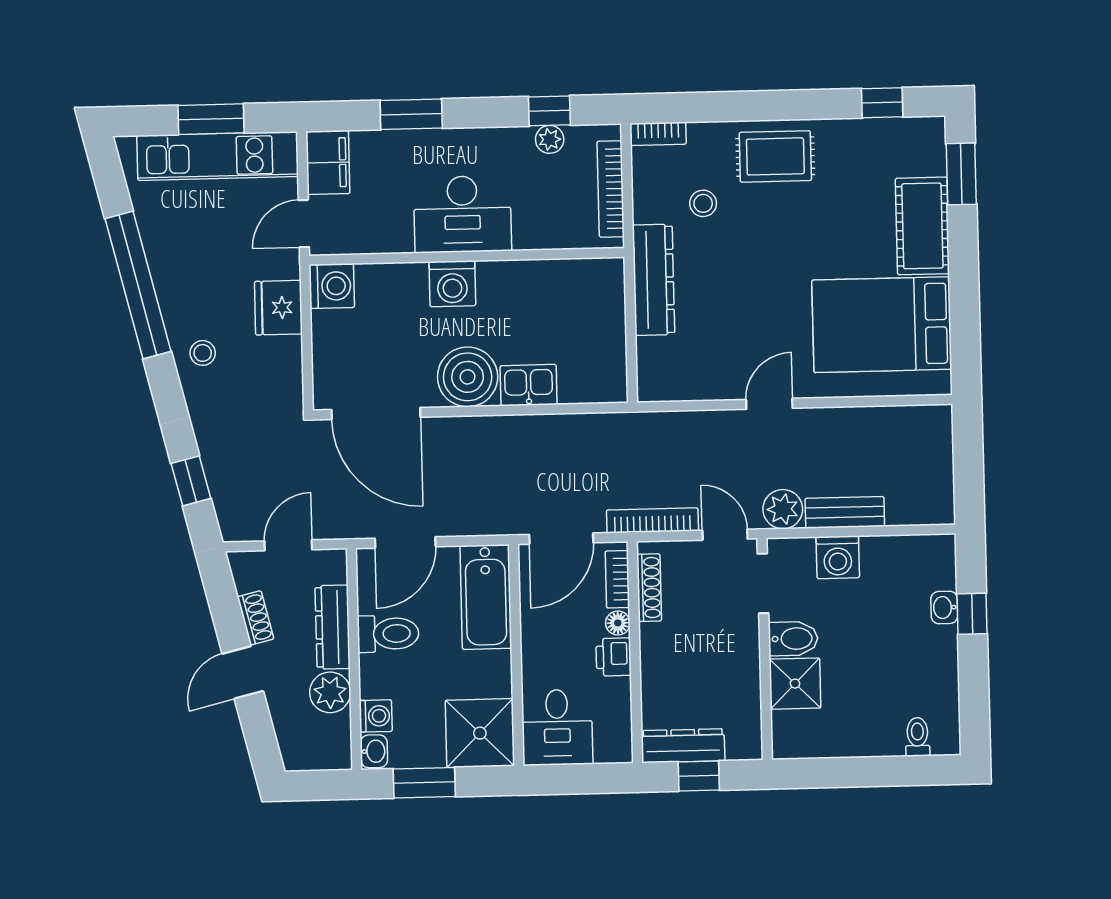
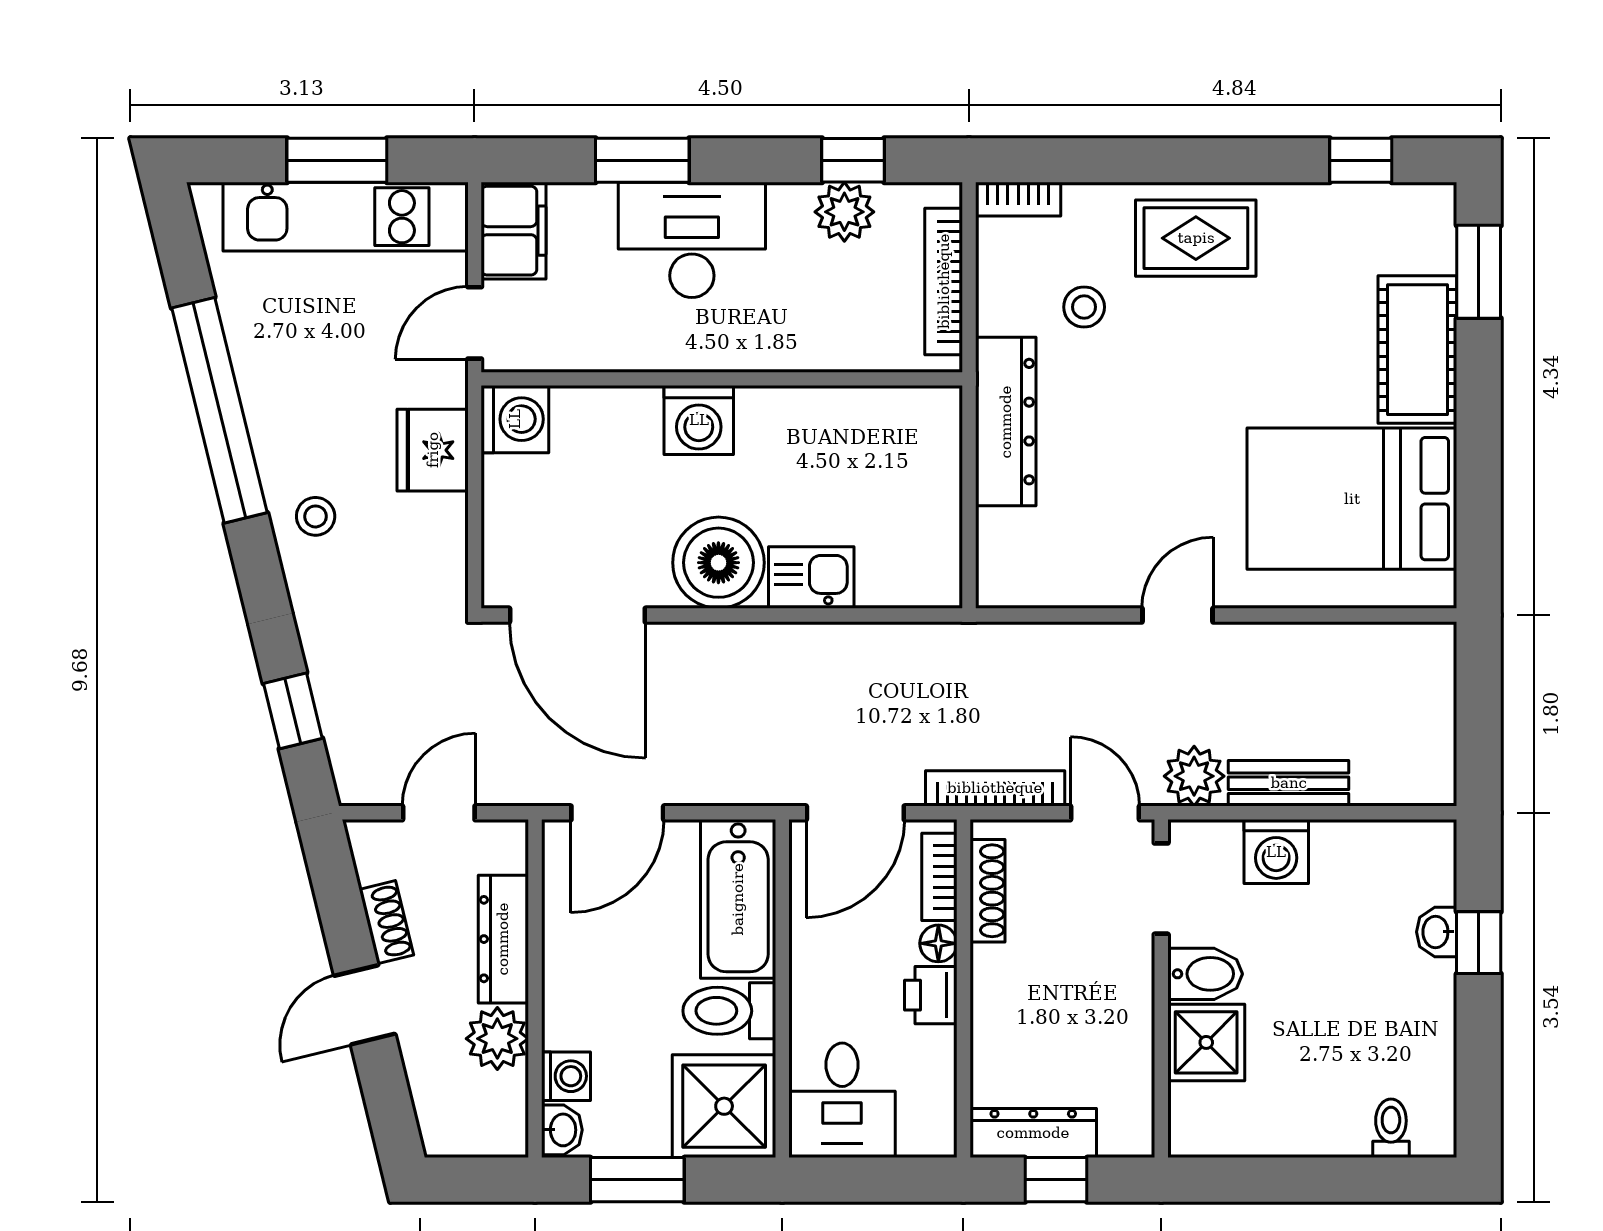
plant: (550, 139) -> (844, 212), width x1.38, depth x1.38
desk: (462, 214) -> (692, 240), moved, turned 180
toilet: (388, 634) -> (729, 1011), moved, turned 180

